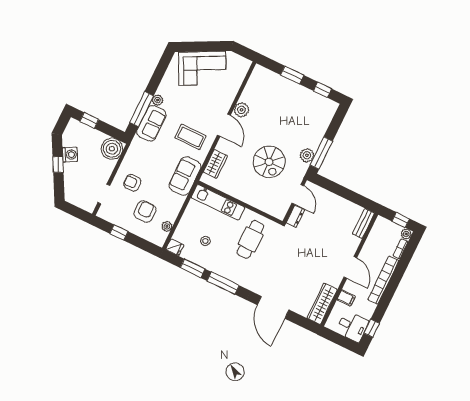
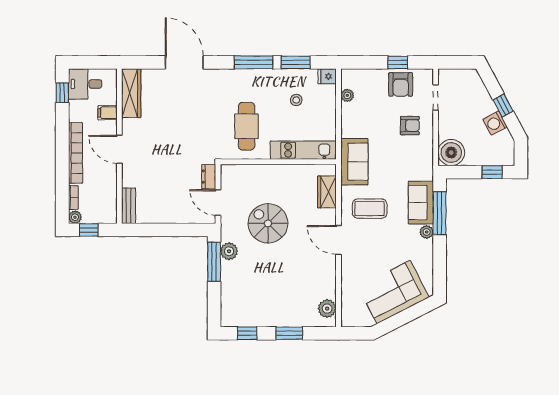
plant: (242, 110) -> (327, 309), moved
armchair: (145, 212) -> (401, 84), moved

